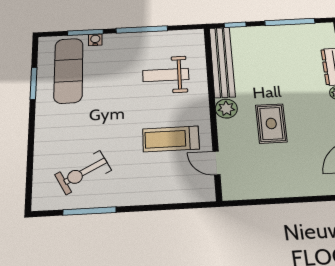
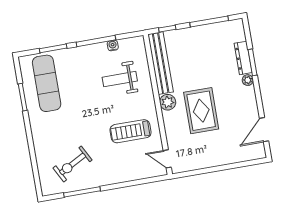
water cooler: (95, 40) -> (113, 45), moved
rug: (271, 123) -> (201, 111), width x1.36, depth x1.43
door: (216, 163) -> (167, 159), moved

